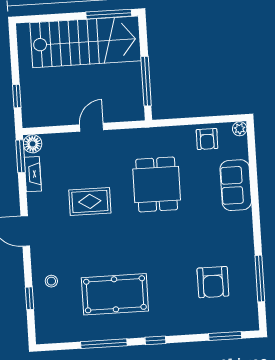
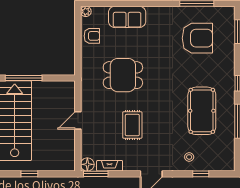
window: (146, 81) -> (24, 78), moved
window: (17, 96) -> (29, 174), moved
door: (92, 127) -> (78, 120), hinge flipped
armchair: (213, 282) -> (197, 38), width x1.36, depth x1.36

